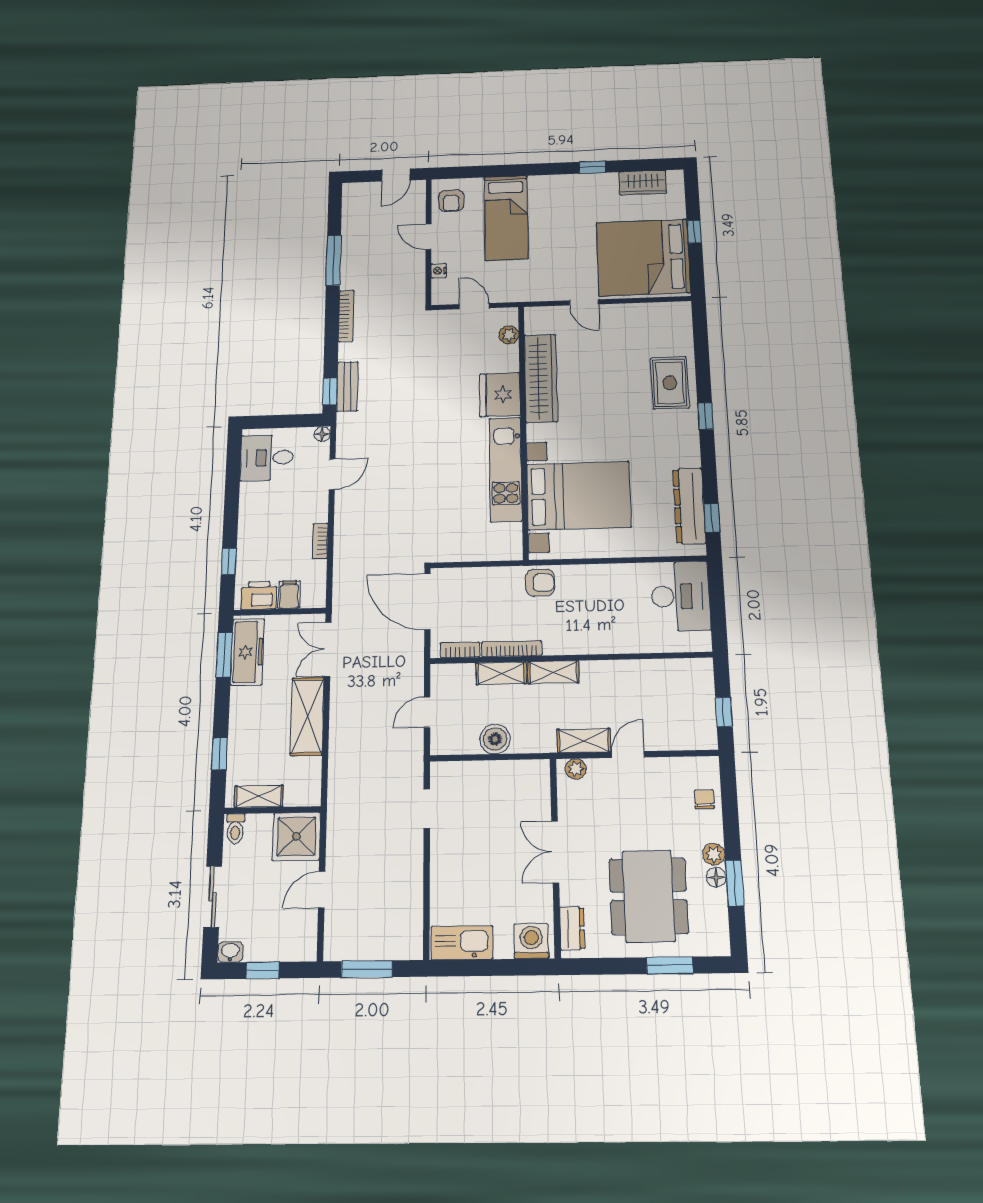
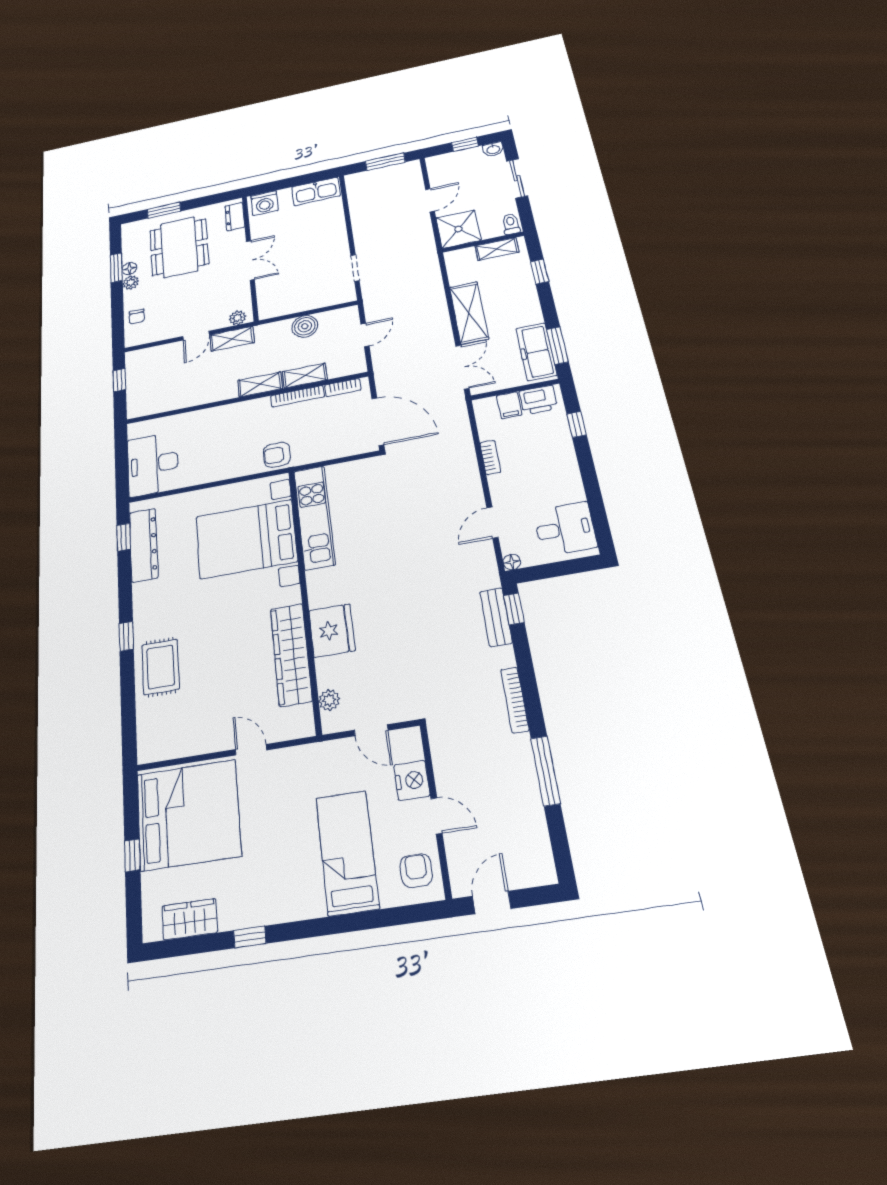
nightstand: (439, 271) -> (412, 780), width x1.89, depth x1.79
kitchen unit: (506, 469) -> (314, 517), moved

